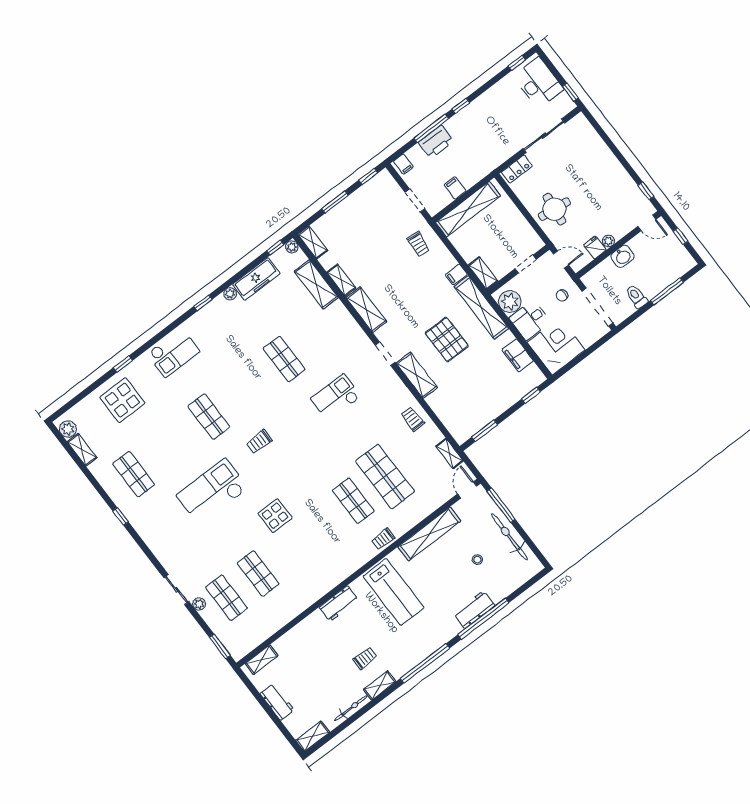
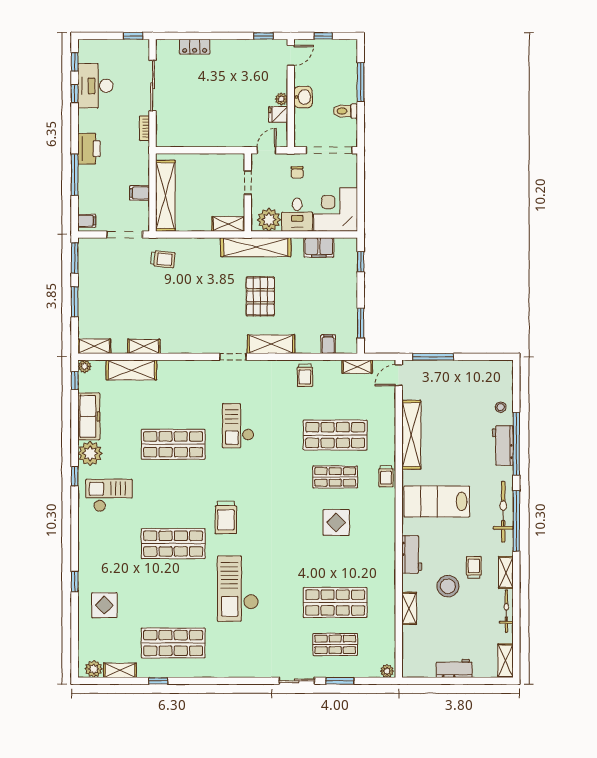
desk: (538, 83) -> (95, 86), moved, turned -90
window: (461, 106) -> (75, 93), moved
printer: (436, 142) -> (89, 149), moved
bookcase: (507, 154) -> (144, 128), added
locker: (517, 169) -> (195, 47), moved, turned 90
window: (368, 177) -> (75, 258), width x1.50
doorway: (415, 201) -> (124, 234), width x1.38
round table: (554, 209) -> (220, 124), removed
filing cabinet: (456, 275) -> (328, 344), moved, turned 180
plant: (230, 294) -> (90, 453), width x1.88, depth x1.88
shelving: (366, 310) -> (184, 344), removed
pallet: (447, 340) -> (260, 296), turned 90
checkout: (173, 353) -> (109, 495), moved, turned -90
shop shelf: (284, 359) -> (173, 444), width x1.43, depth x1.36
display table: (122, 400) -> (104, 605), width x0.73, depth x0.73
shop shelf: (209, 417) -> (173, 544), width x1.43, depth x1.36
trolley: (413, 419) -> (305, 375), turned -90
trolley: (259, 441) -> (226, 518), width x1.36, depth x1.39
shop shelf: (134, 474) -> (173, 643), width x1.43, depth x1.36
door: (467, 490) -> (399, 375), hinge flipped
window: (120, 516) -> (158, 681), moved
display table: (275, 516) -> (336, 522), moved
bicycle: (509, 537) -> (503, 512), moved, turned 90
stool: (477, 560) -> (501, 407), moved
shop shelf: (258, 573) -> (335, 603), width x1.43, depth x1.36
lab bench: (394, 592) -> (437, 501), turned 180
plant: (199, 604) -> (387, 671), moved
window: (220, 646) -> (340, 681), moved
stool: (336, 649) -> (448, 586), added
shelving: (262, 660) -> (409, 608), moved

